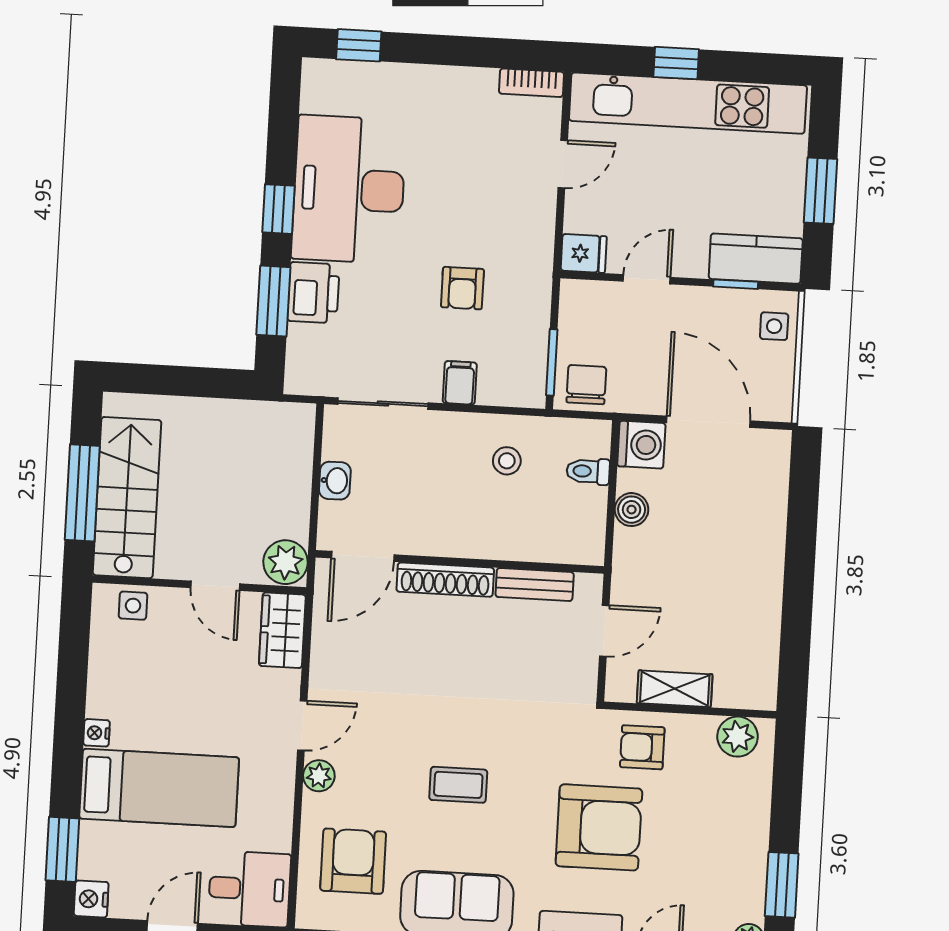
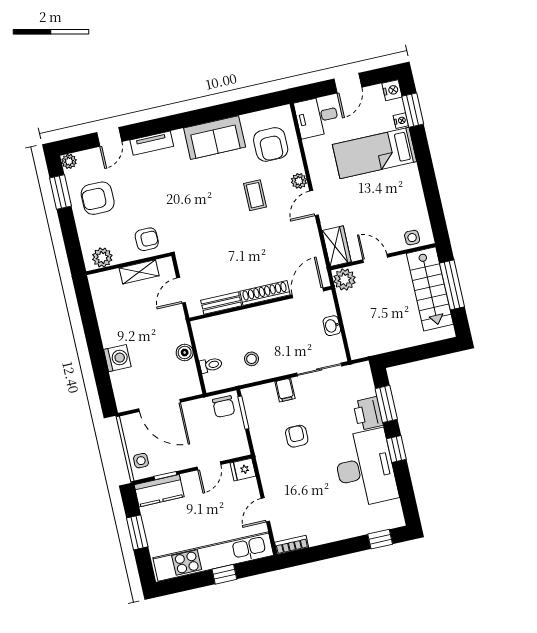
washing machine: (641, 445) -> (117, 358), moved, turned 180
nightstand: (97, 733) -> (401, 121), moved
coffee table: (458, 785) -> (255, 195), moved, turned 90
armchair: (599, 827) -> (98, 198), moved, width x0.73, depth x0.73

